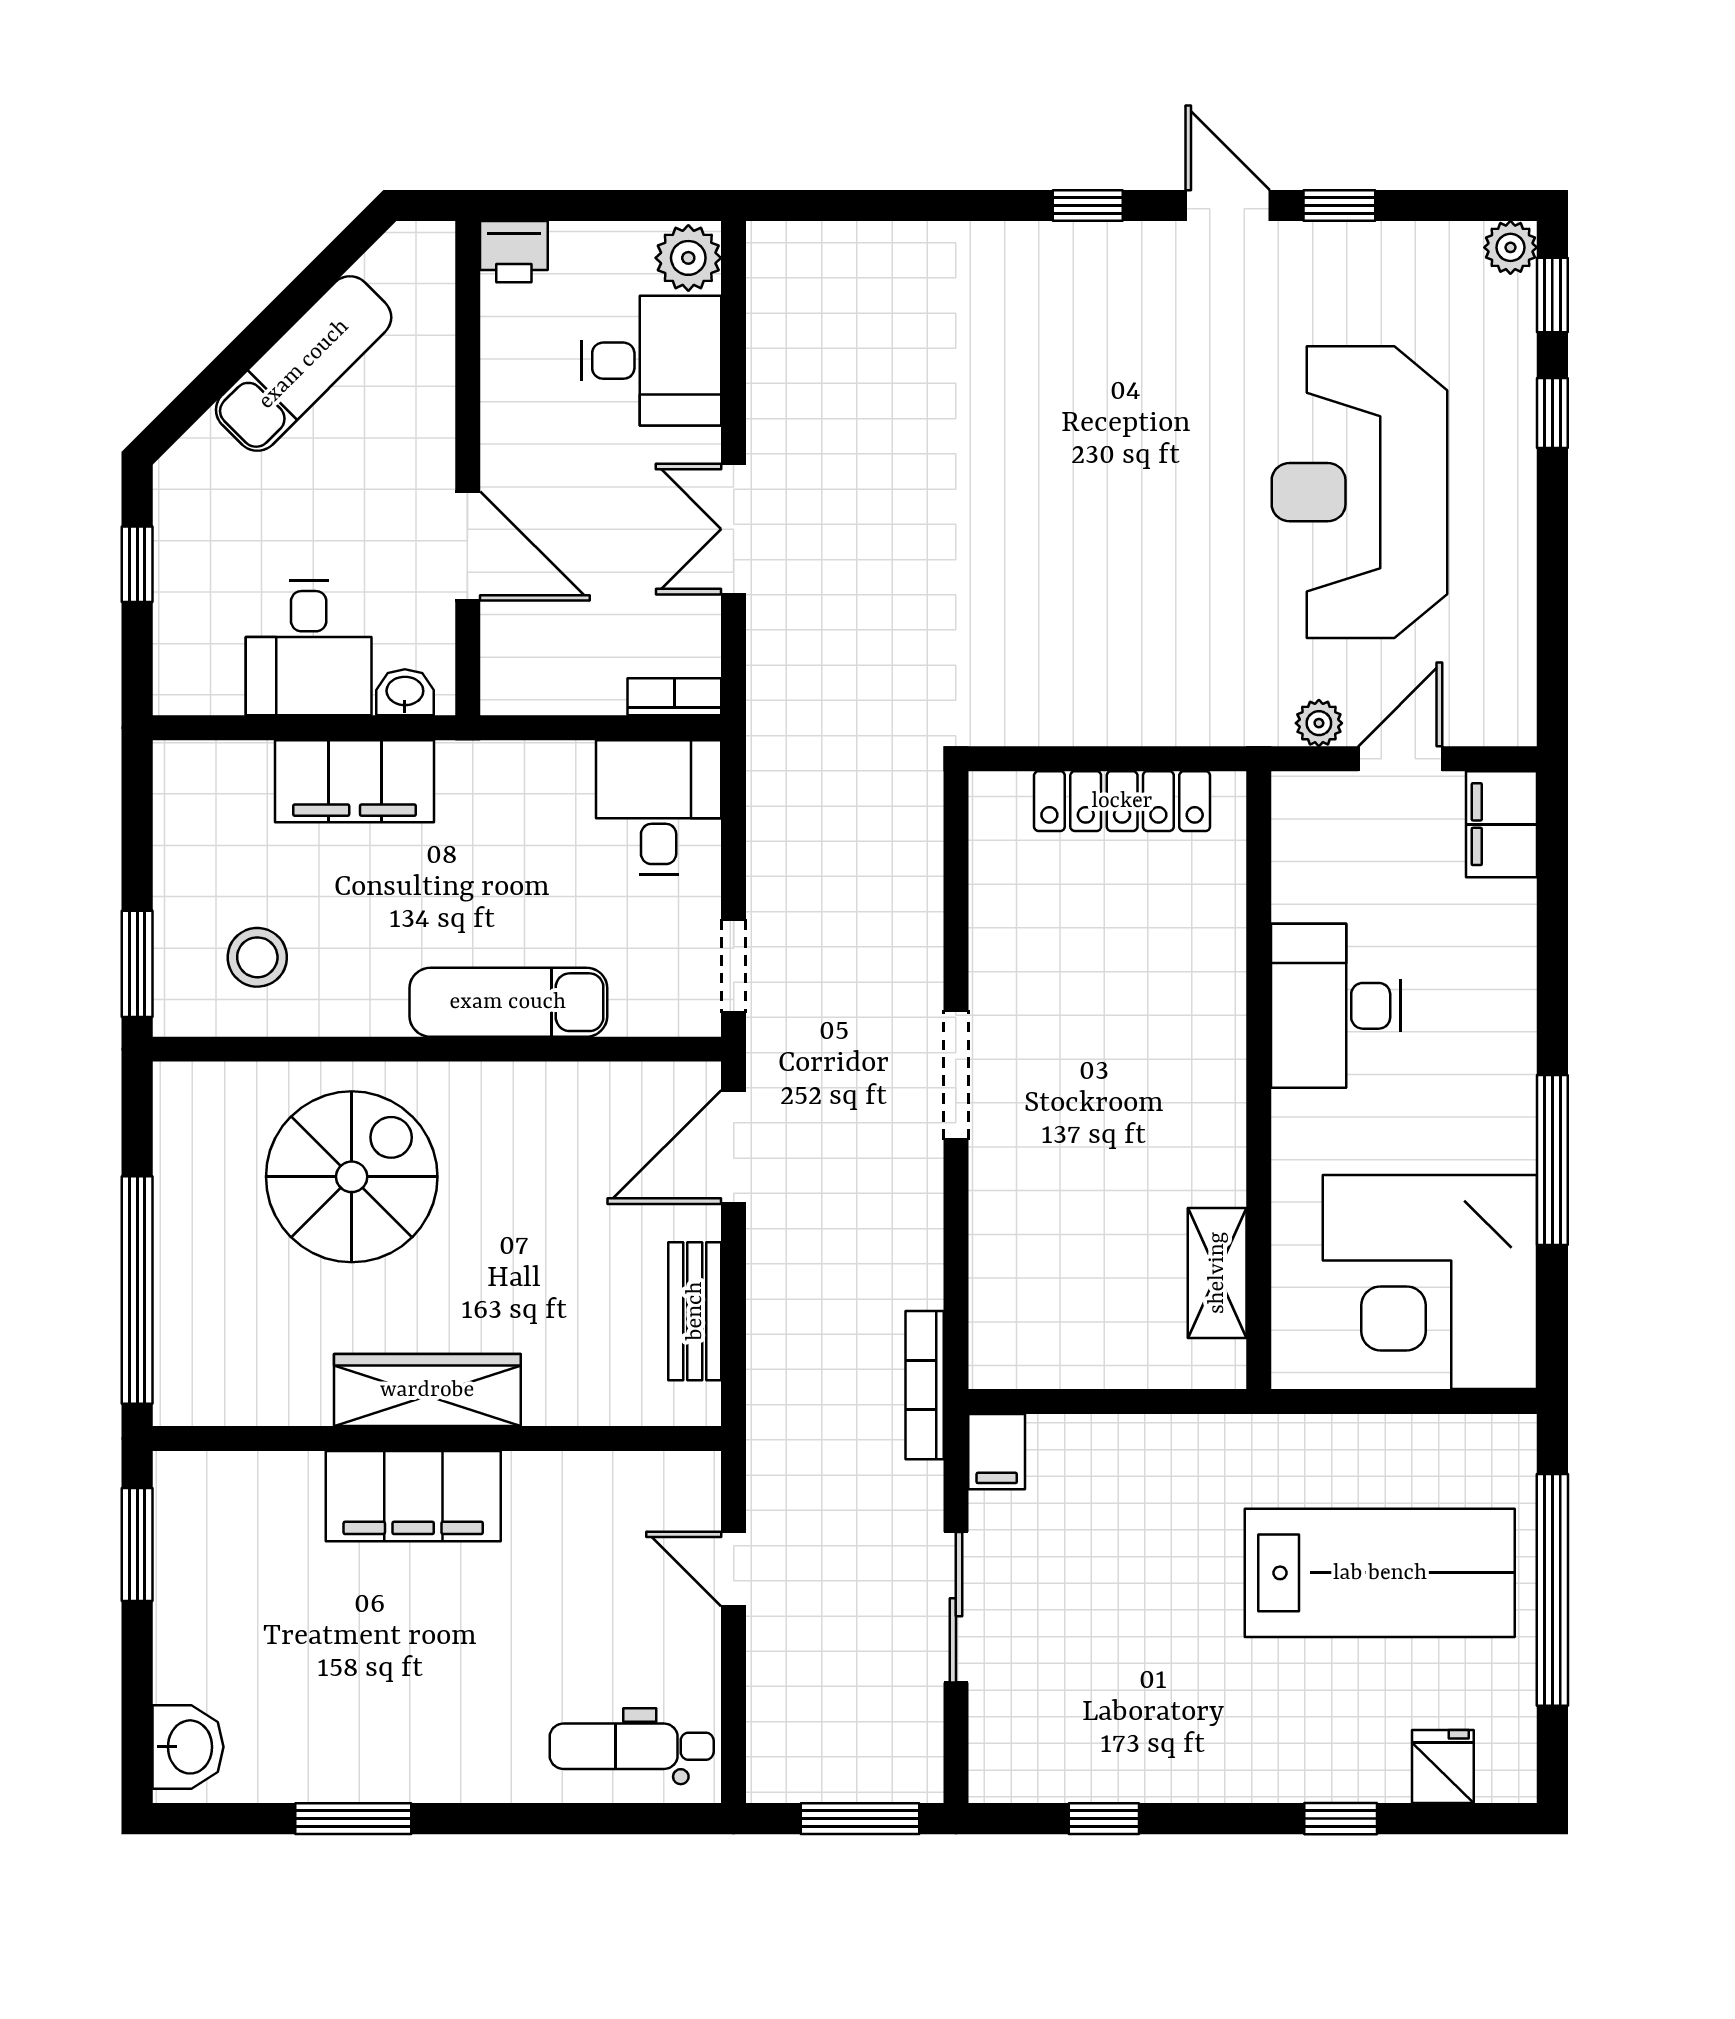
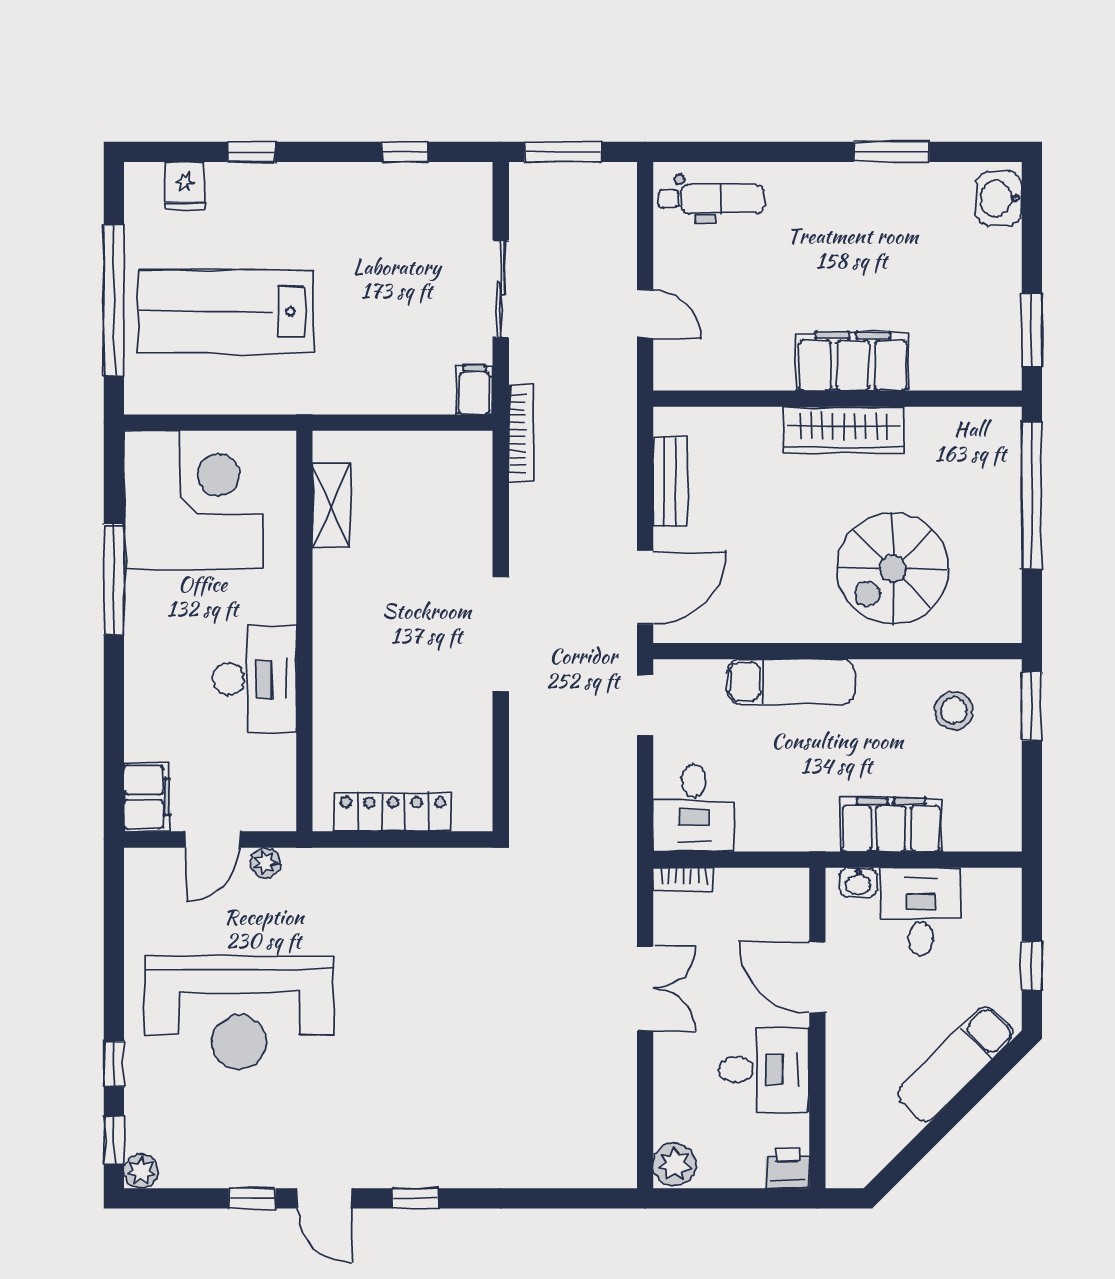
desk: (651, 361) -> (764, 1070), moved, turned 180
exam couch: (304, 364) -> (956, 1064), moved
reception desk: (1359, 492) -> (239, 1012), turned 90
doorway: (956, 1075) -> (501, 634), width x1.36

